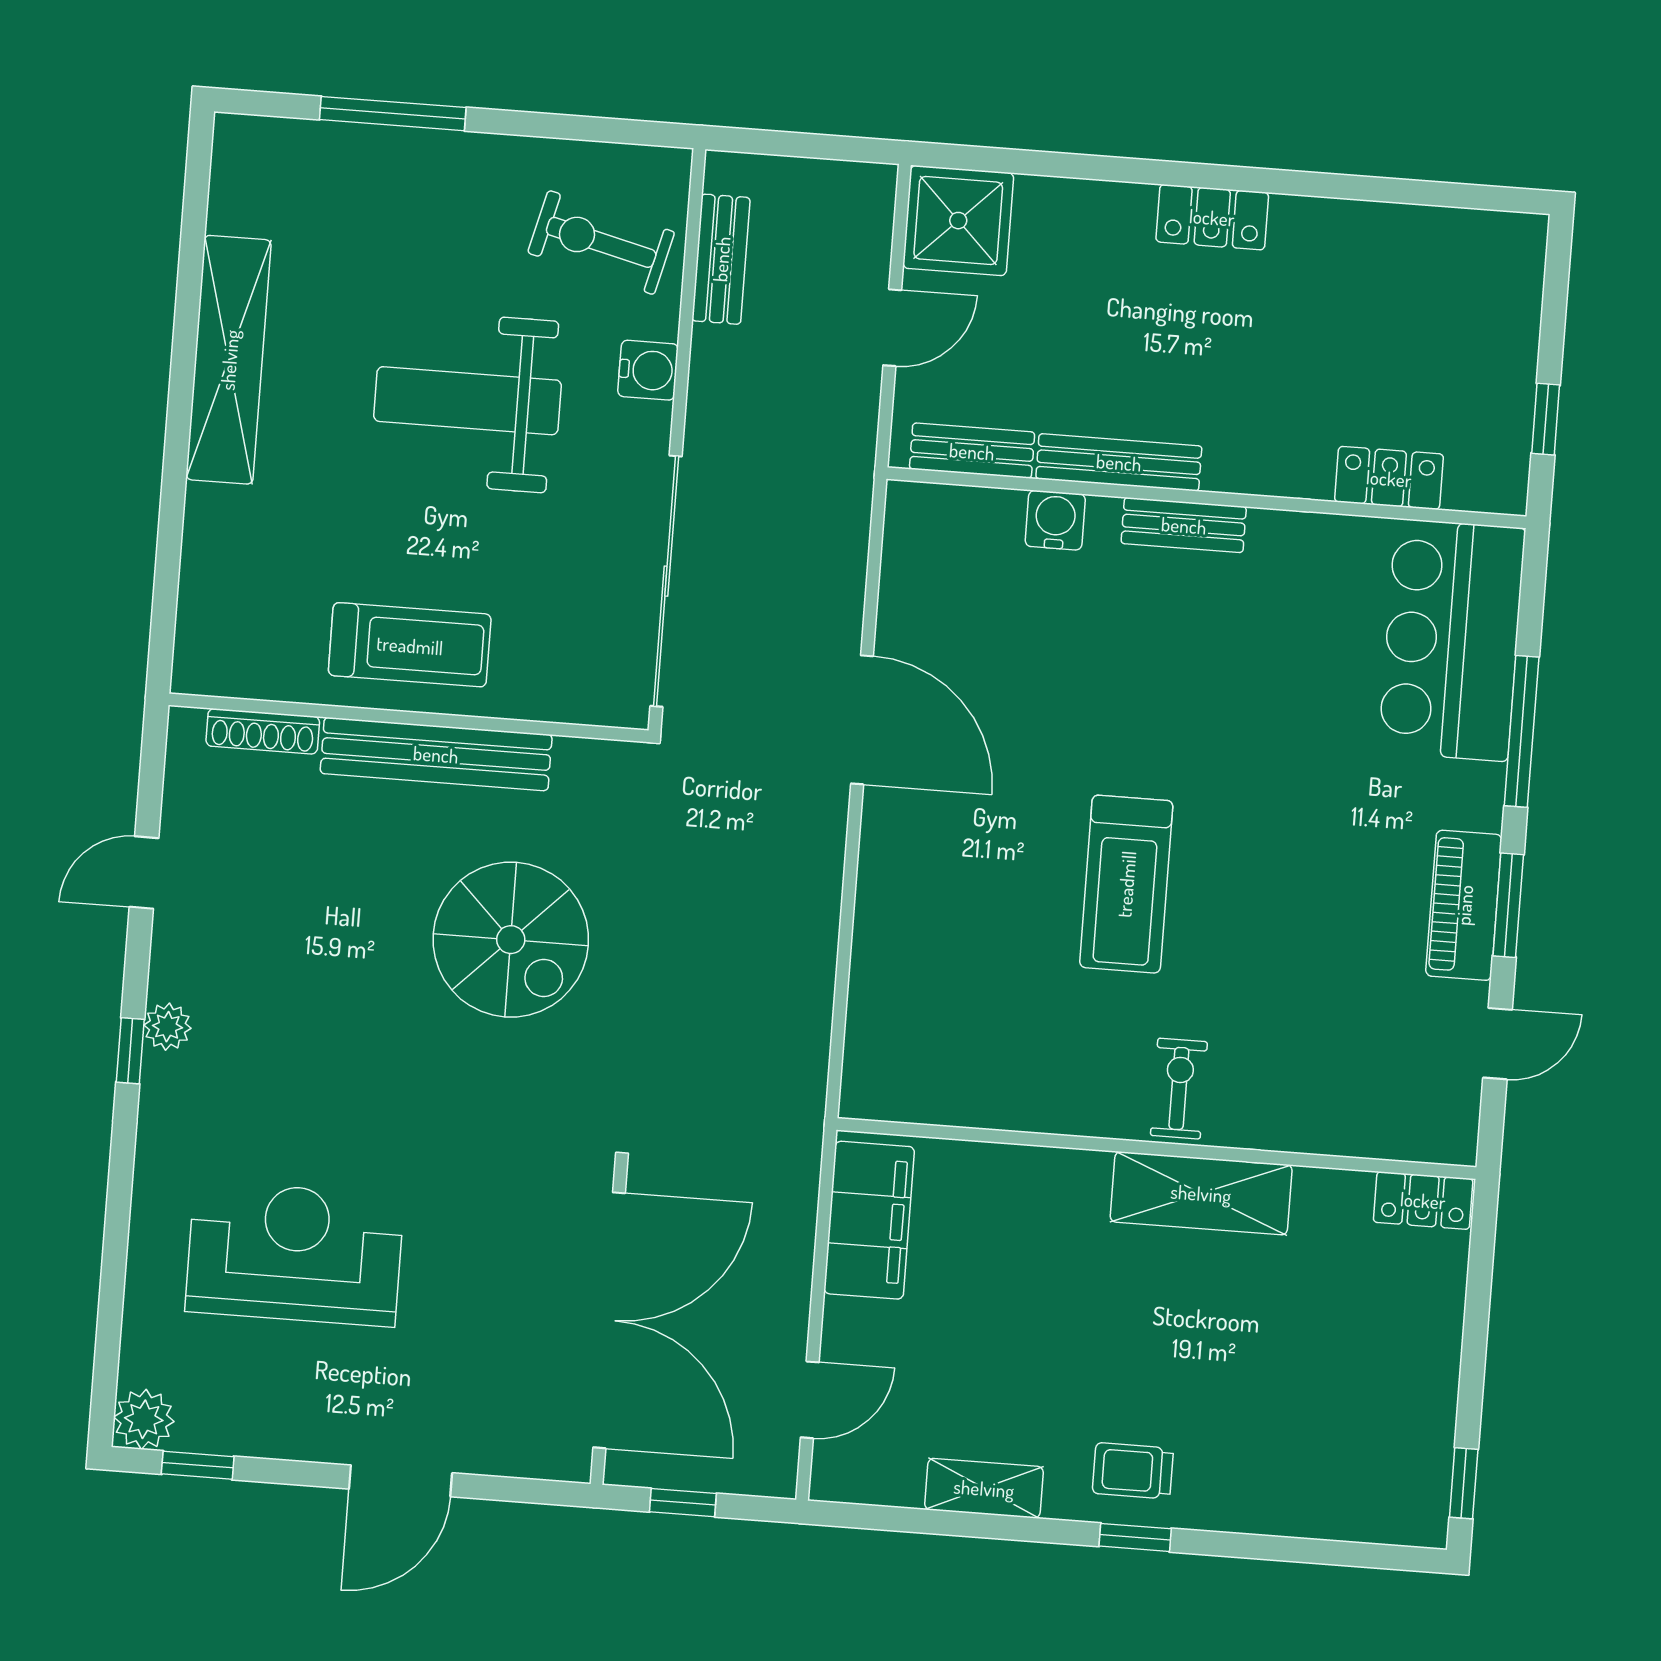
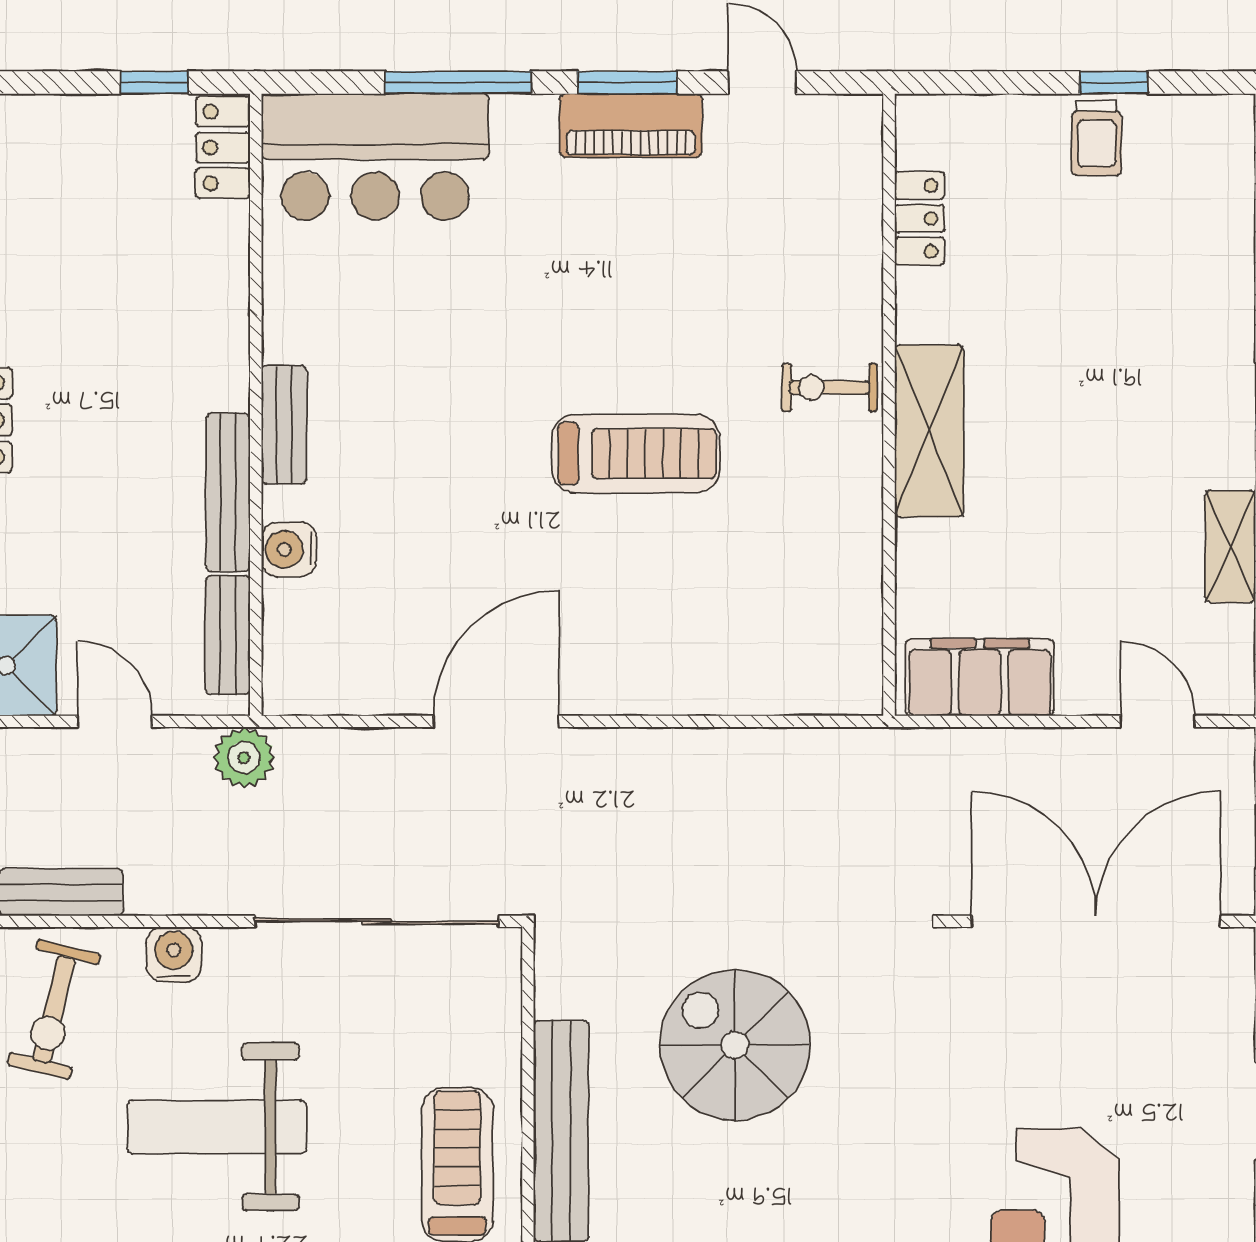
weight bench: (468, 401) -> (217, 1127), turned 90
plant: (845, 458) -> (244, 758), added
locker: (1389, 478) -> (223, 147), moved
spiral stairs: (511, 940) -> (735, 1045), turned -90
shelving: (1201, 1193) -> (929, 431), moved
locker: (1423, 1200) -> (919, 218), moved
trolley: (1133, 1471) -> (1096, 138), moved
window: (1464, 1483) -> (1114, 83), moved

